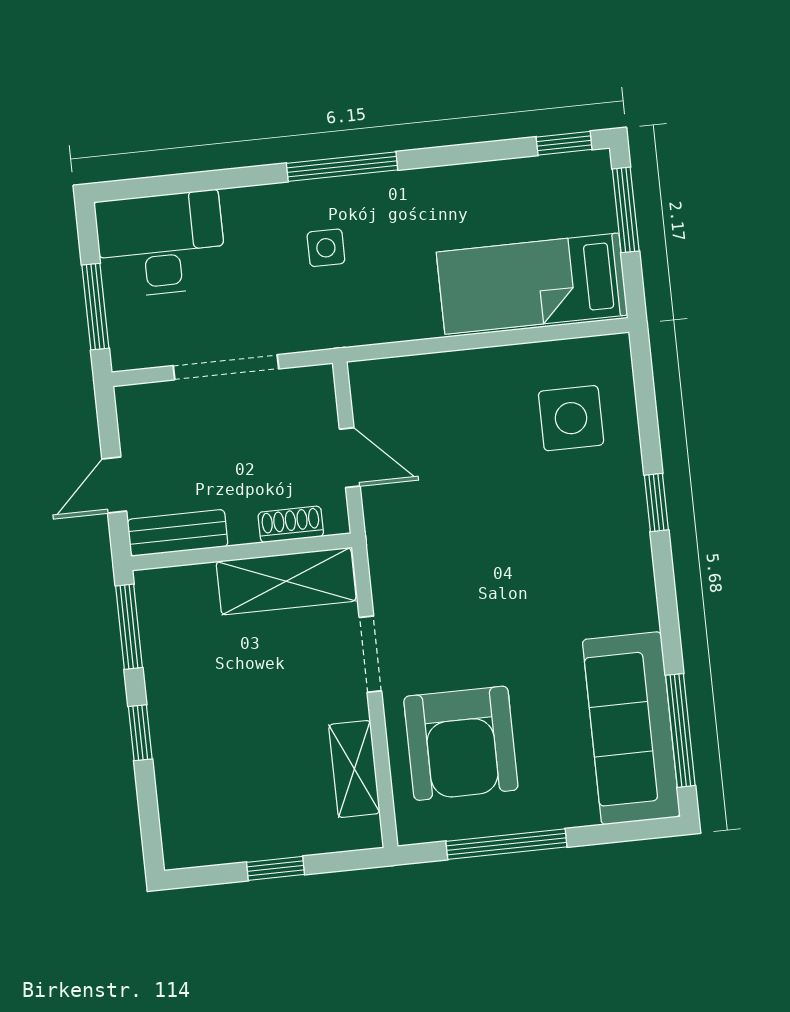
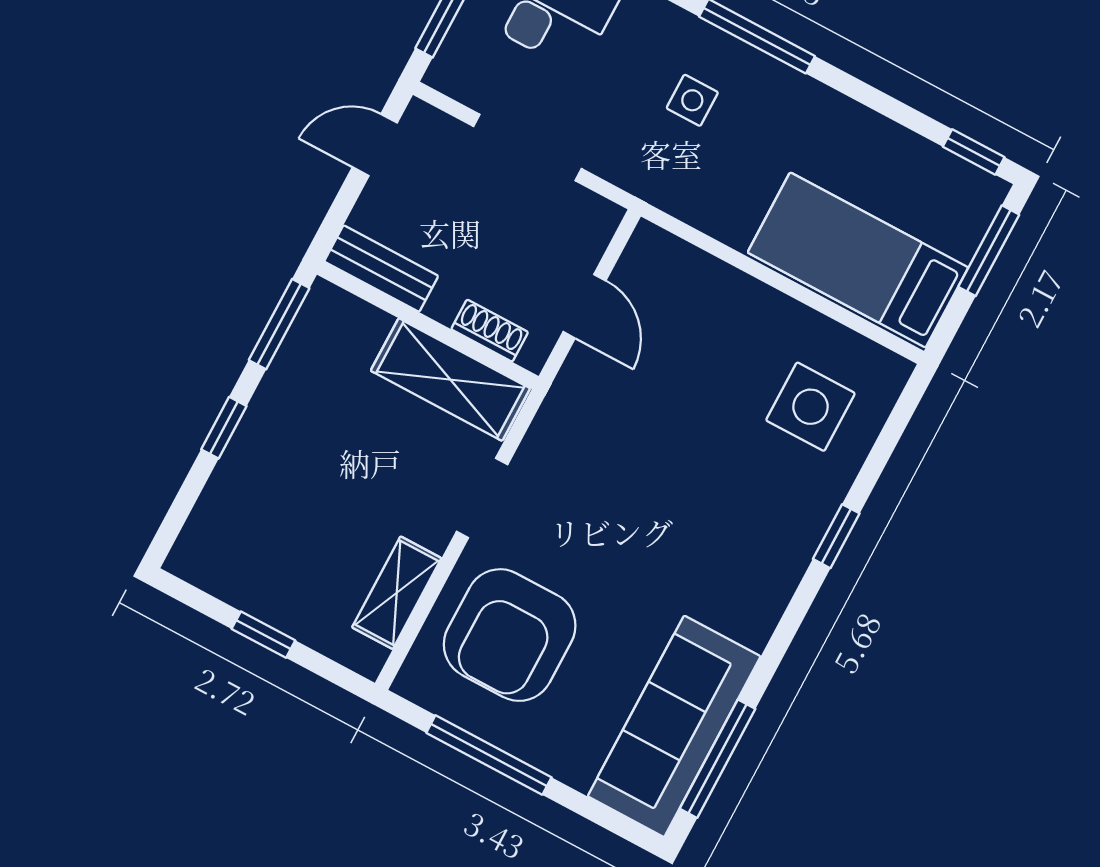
door: (114, 485) -> (375, 145), moved

